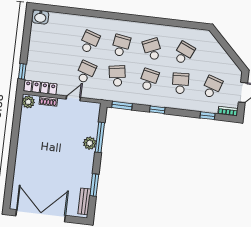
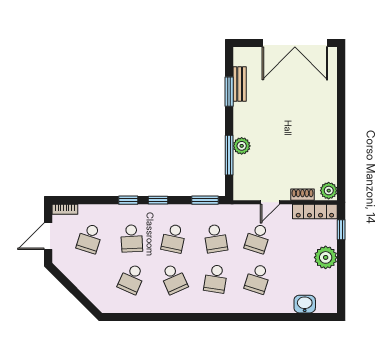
washbasin: (40, 17) -> (305, 304), moved
plant: (36, 52) -> (326, 257), added
window: (207, 116) -> (128, 200), moved
bench: (84, 201) -> (240, 84), moved

